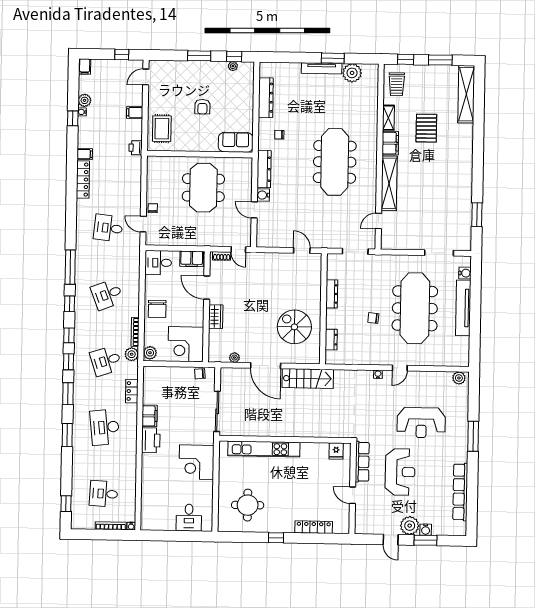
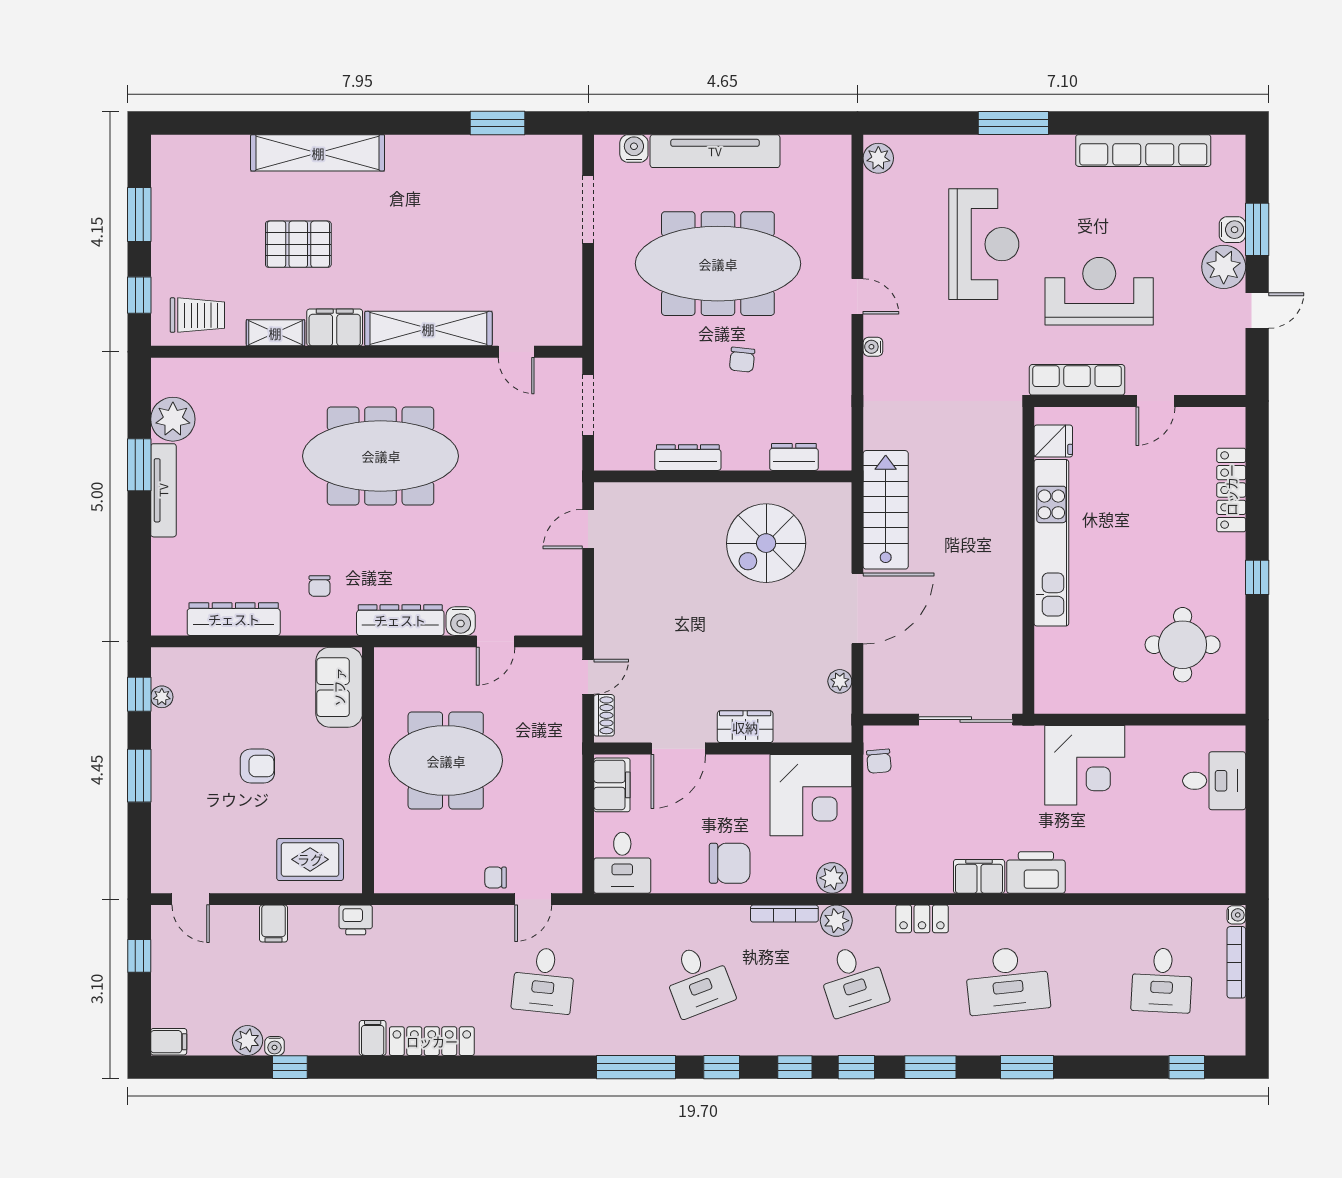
shelving: (466, 94) -> (318, 153), moved
kitchen unit: (264, 449) -> (1051, 543), moved

